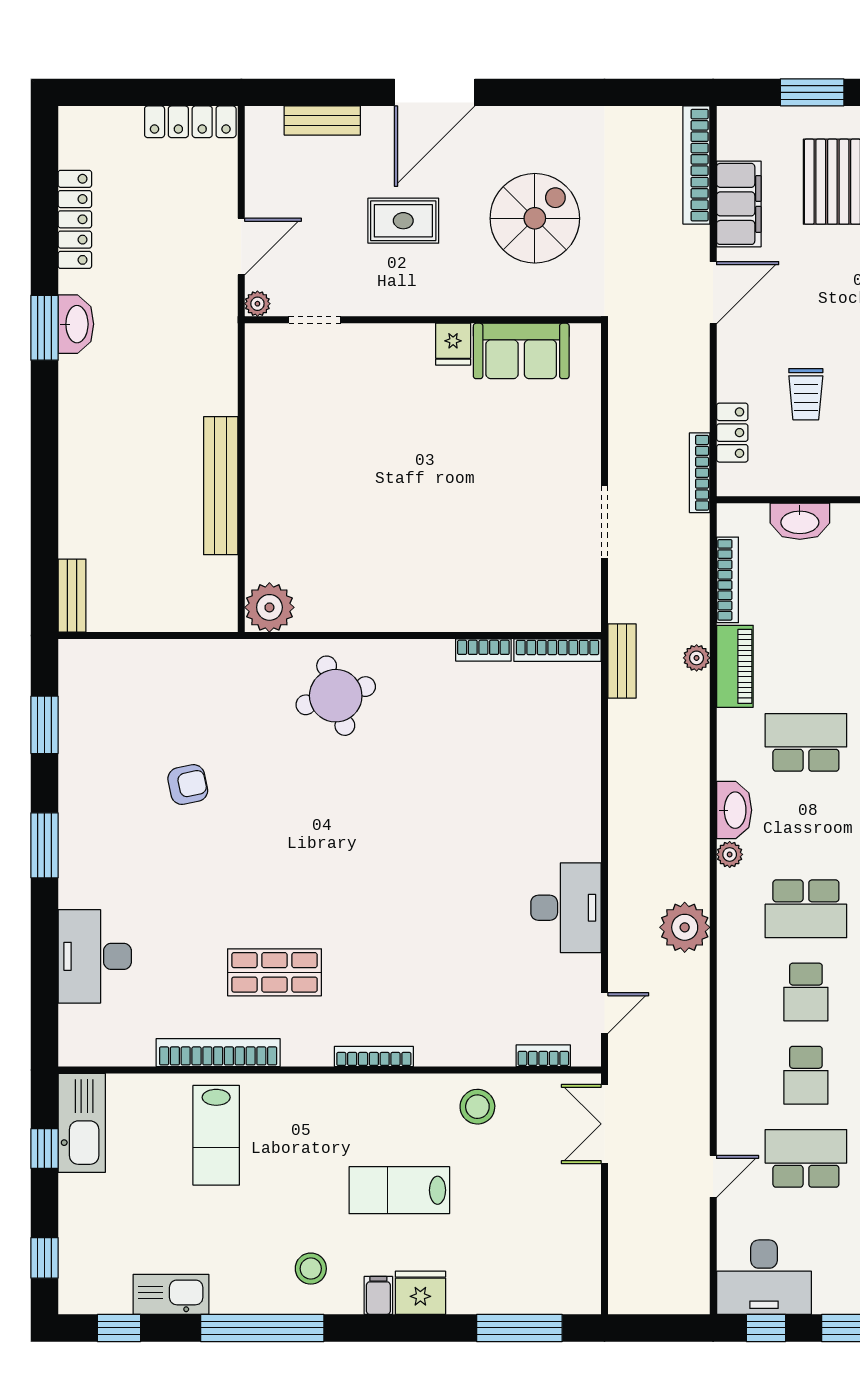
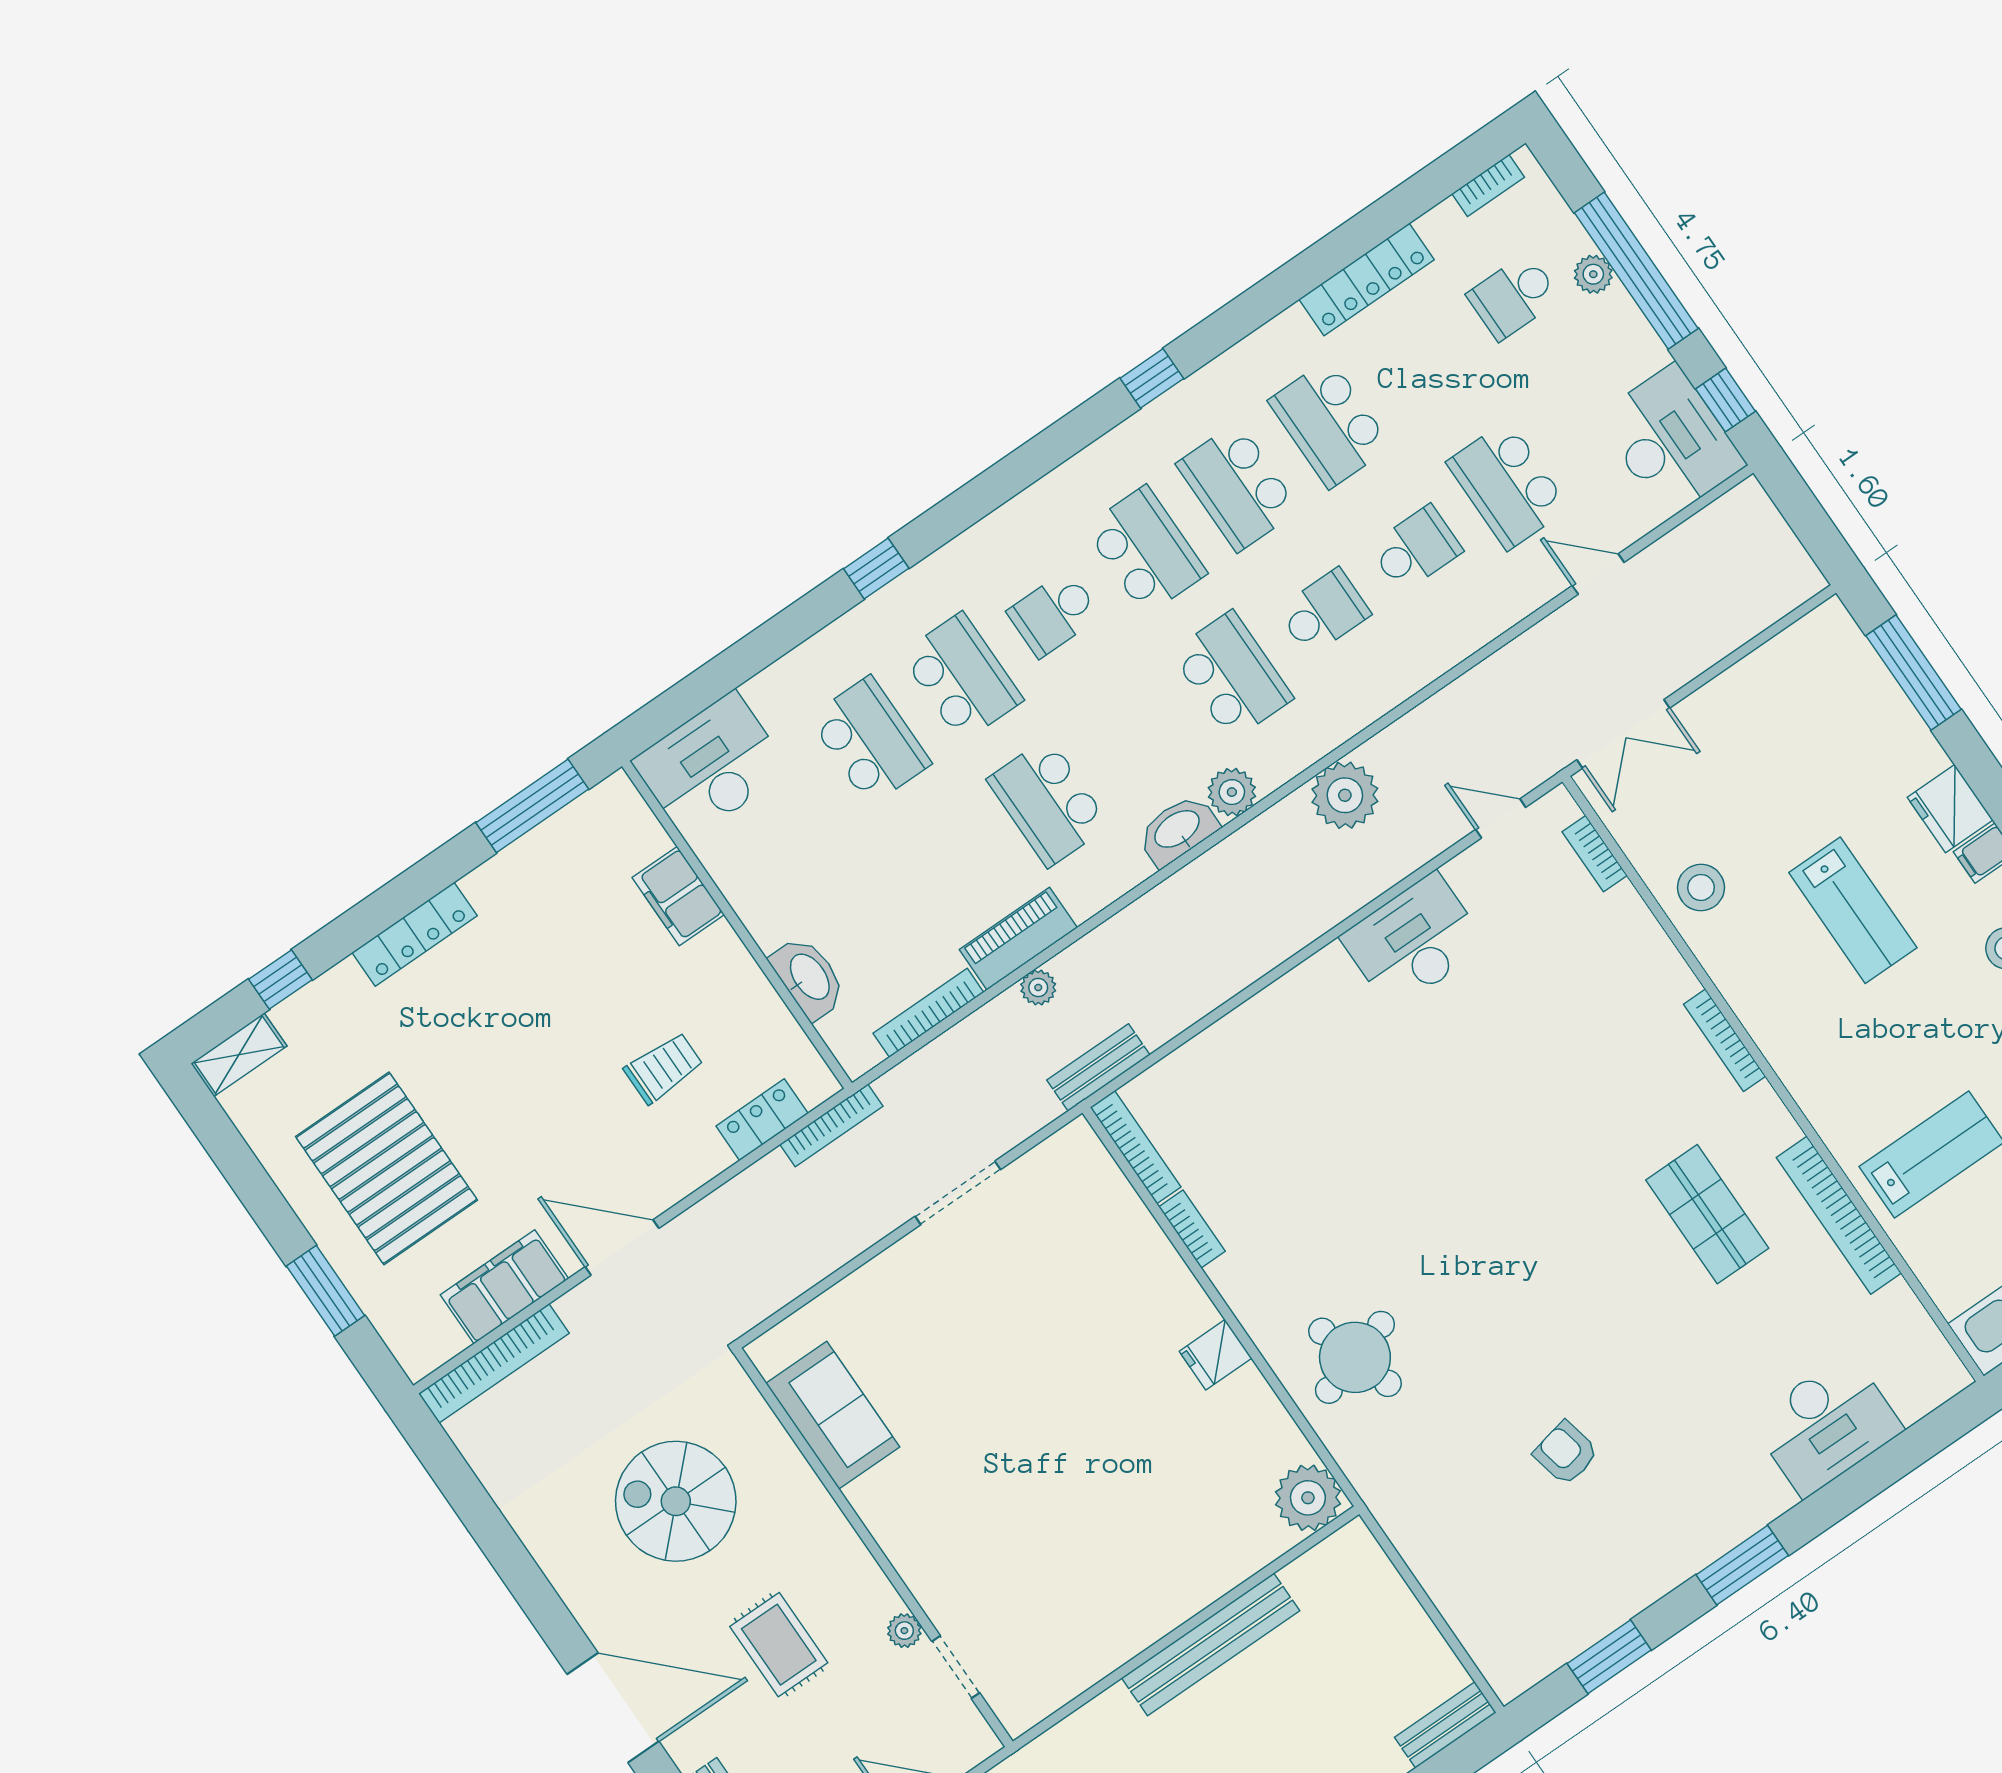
plant: (257, 304) -> (904, 1631), moved
fridge: (453, 344) -> (1215, 1355), moved, turned 180
plant: (730, 854) -> (1232, 792), width x1.38, depth x1.38

